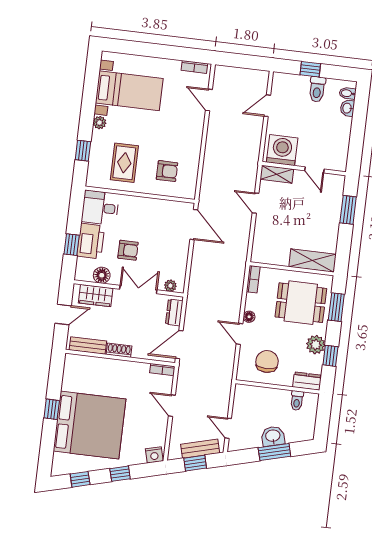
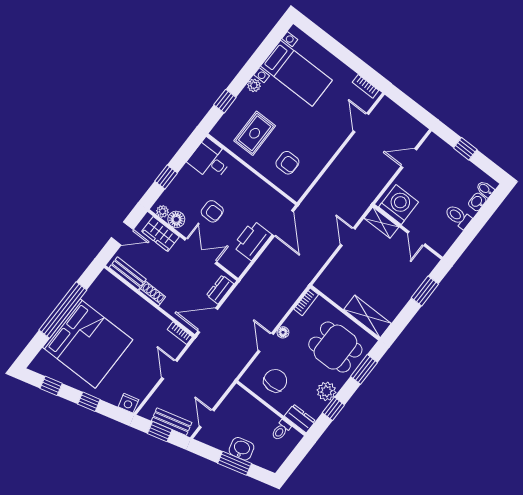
toilet: (317, 89) -> (458, 217), moved, turned 90
printer: (91, 241) -> (252, 240), moved, turned 180
plant: (170, 286) -> (162, 211), moved
window: (52, 409) -> (63, 310), width x3.17

